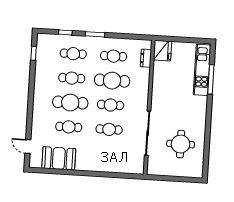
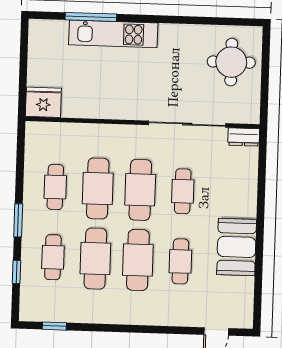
dresser: (146, 58) -> (244, 137), moved
kitchen unit: (202, 70) -> (113, 34), moved
cafe table: (72, 78) -> (95, 259), width x1.37, depth x1.35
cafe table: (111, 105) -> (140, 190), width x1.37, depth x1.35
round table: (181, 144) -> (231, 62), moved
booth: (59, 158) -> (237, 247), moved

